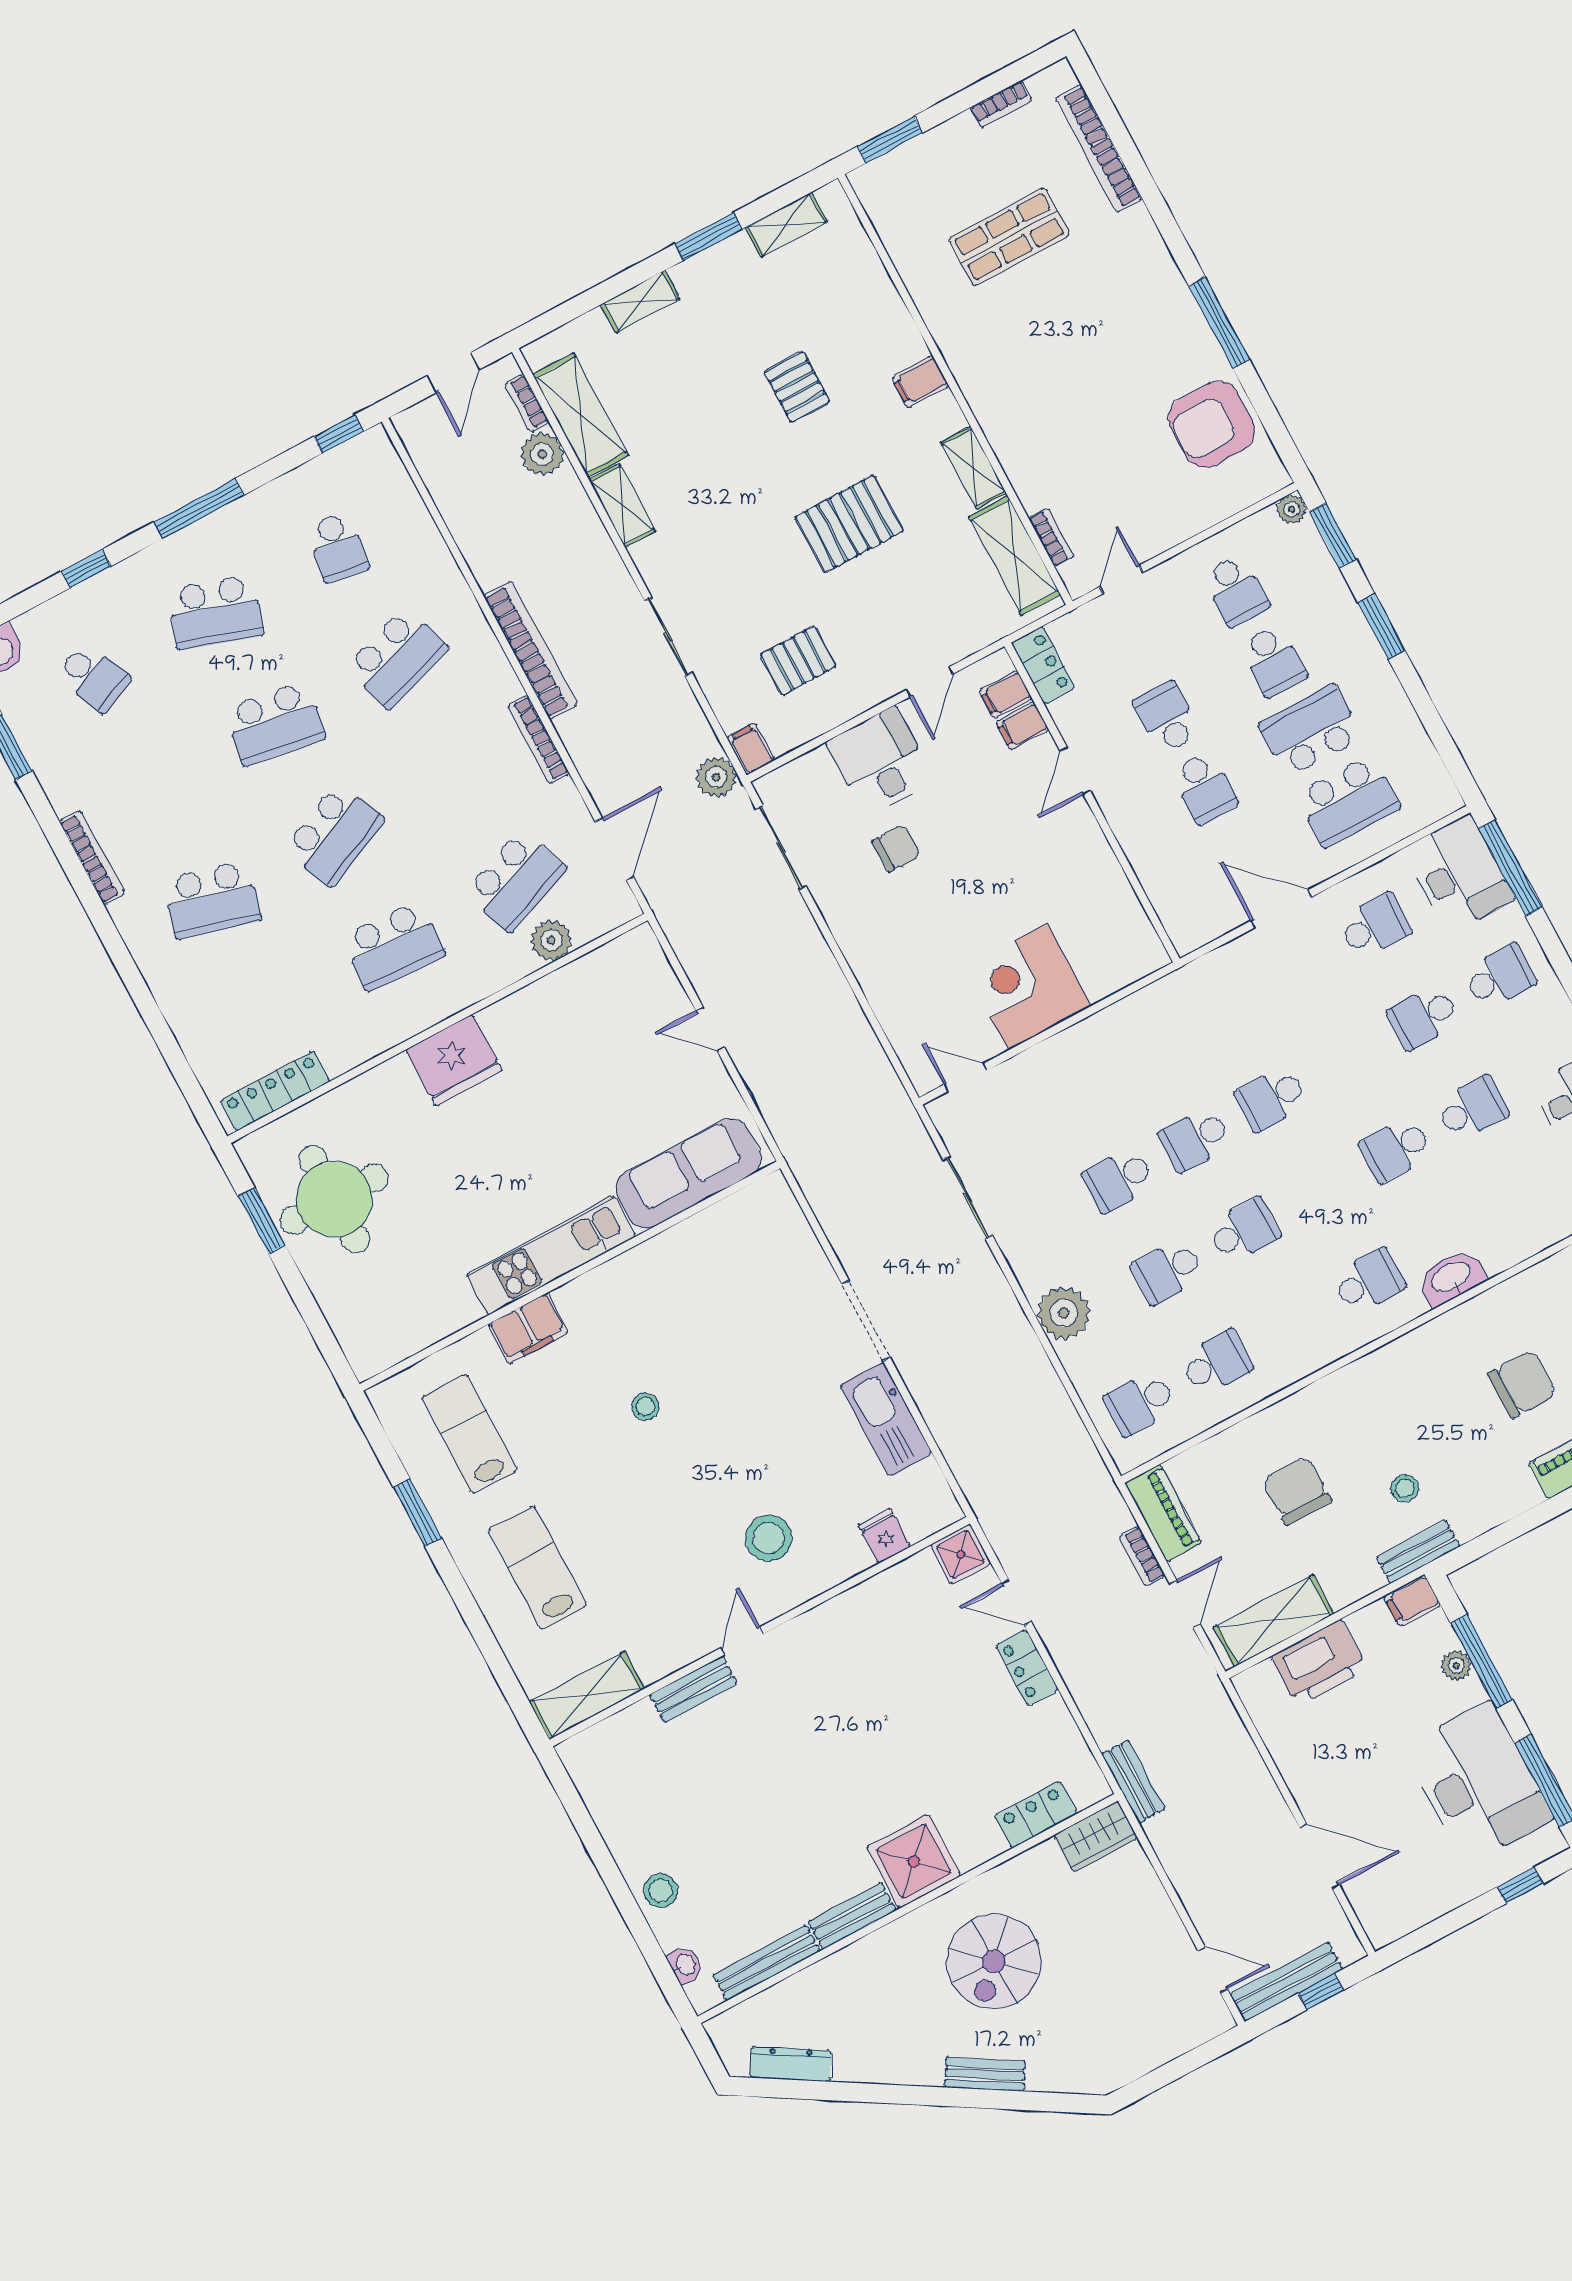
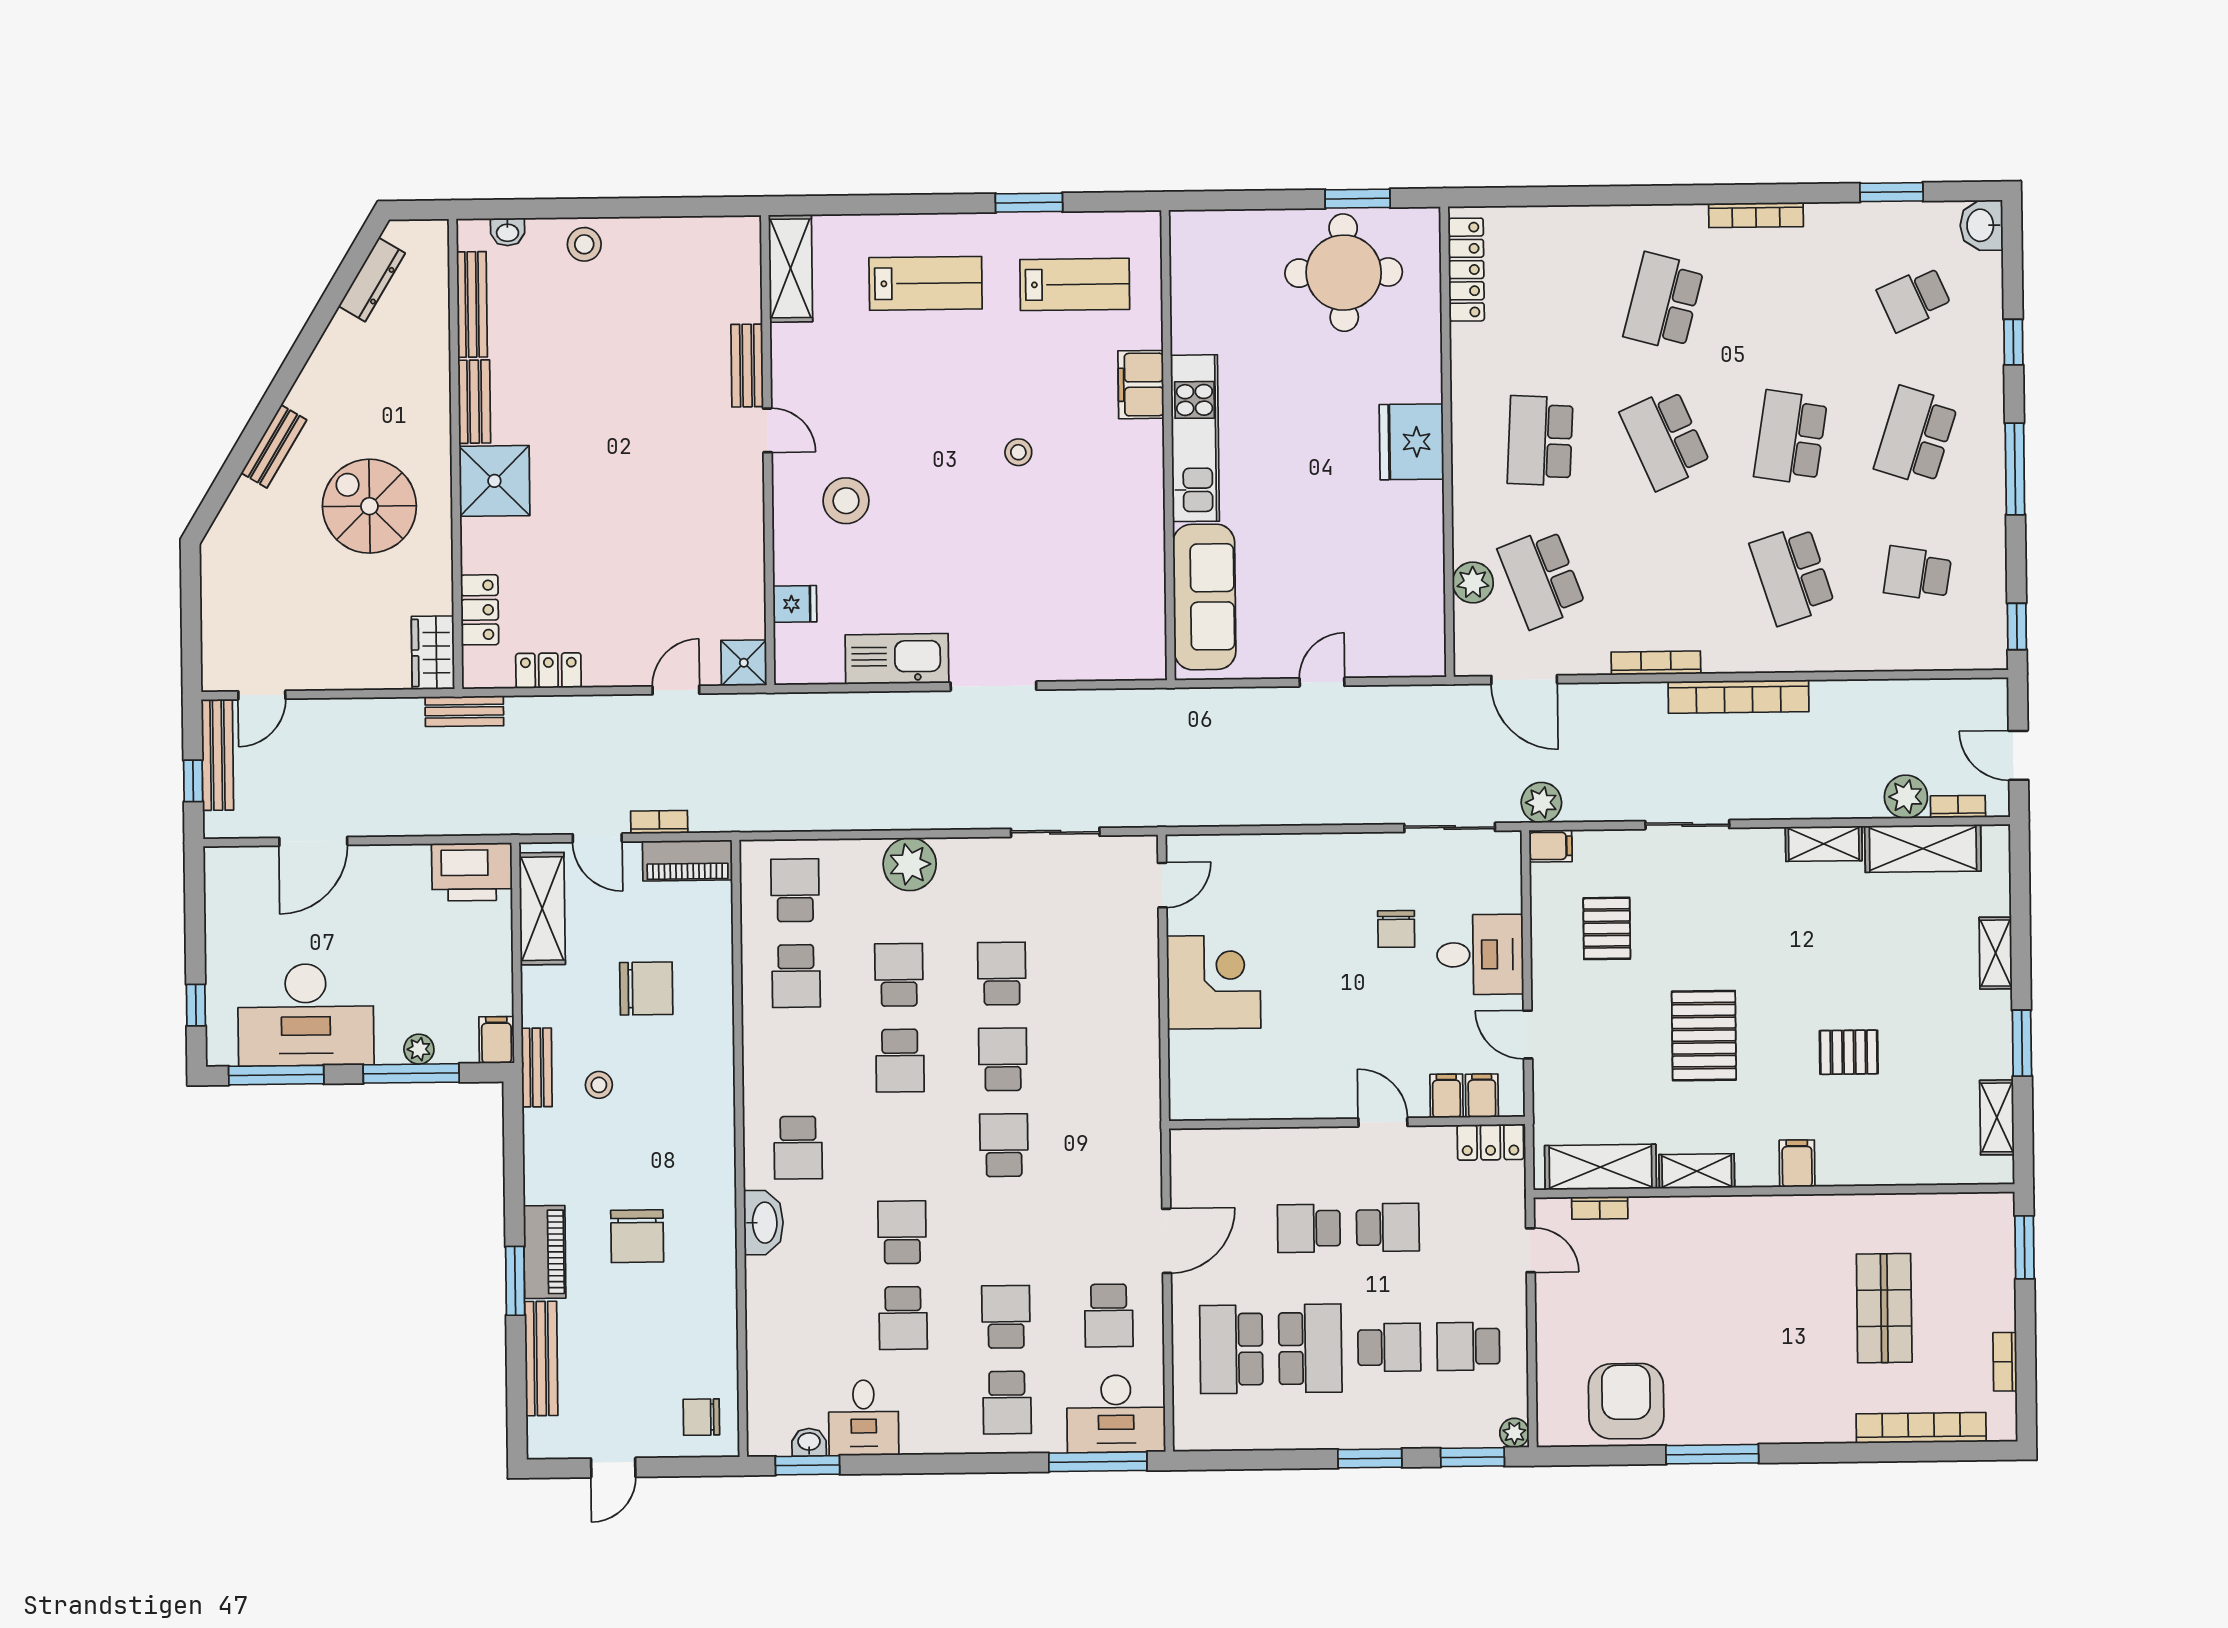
school desk: (1273, 661) -> (1389, 1347), turned 180
printer: (1320, 1663) -> (472, 872), moved, turned -90
locker: (1027, 1668) -> (548, 670), moved

